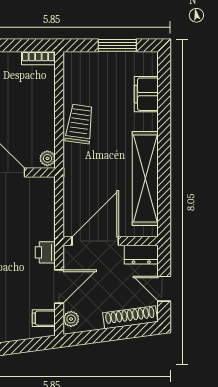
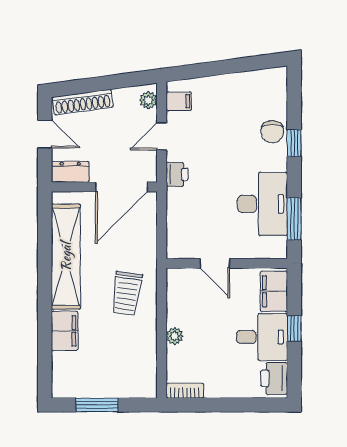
filing cabinet: (146, 94) -> (65, 331), moved
trolley: (80, 124) -> (127, 293), moved
plant: (47, 158) -> (175, 336), moved
door: (59, 286) -> (162, 136), width x0.73

